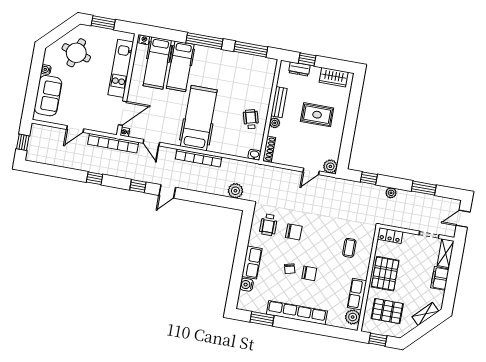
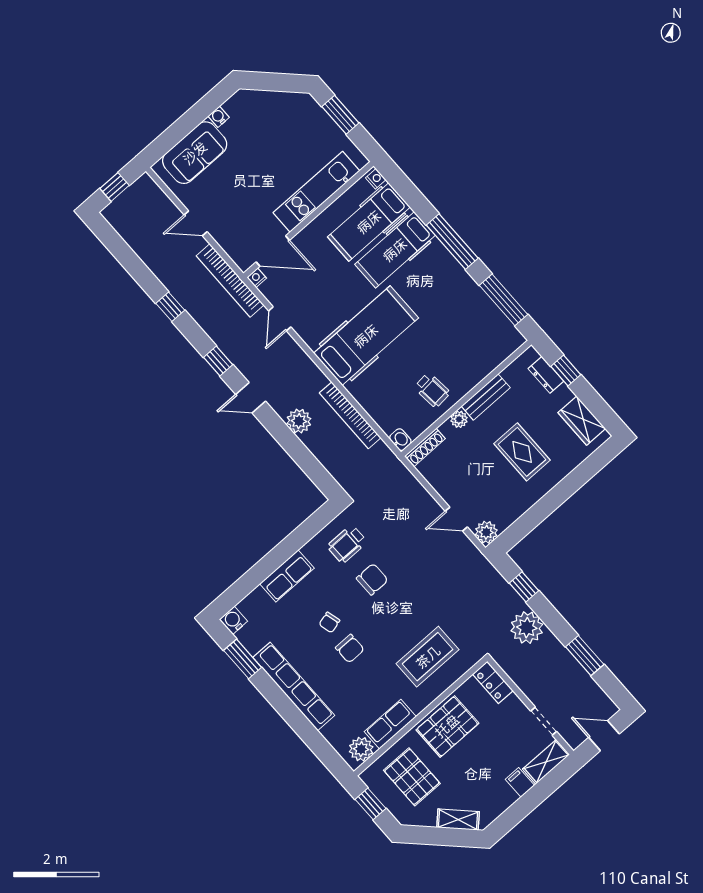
round table: (76, 53) -> (275, 126), removed
wheelchair: (251, 119) -> (432, 390), turned 100
bookcase: (199, 158) -> (350, 415), moved
plant: (235, 191) -> (299, 421), moved
plant: (391, 193) -> (527, 628), width x1.88, depth x1.88
chair: (294, 232) -> (372, 579), turned -90
coffee table: (349, 248) -> (428, 657), width x1.86, depth x1.72
filing cabinet: (440, 278) -> (520, 782), width x0.50
water cooler: (247, 285) -> (233, 620), moved

